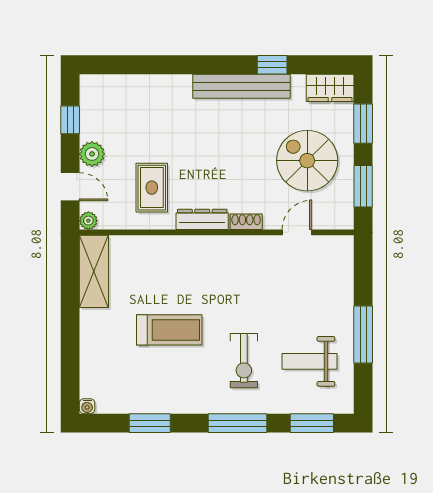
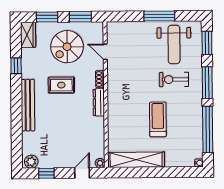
bench: (241, 86) -> (28, 105), moved
plant: (92, 154) -> (31, 162), moved
rug: (152, 188) -> (61, 85), moved
shelving: (94, 271) -> (136, 160), width x1.47
exercise bike: (244, 361) -> (174, 80), turned 180
weight bench: (310, 361) -> (174, 45), width x1.36, depth x1.33
window: (150, 423) -> (208, 129), width x2.11

